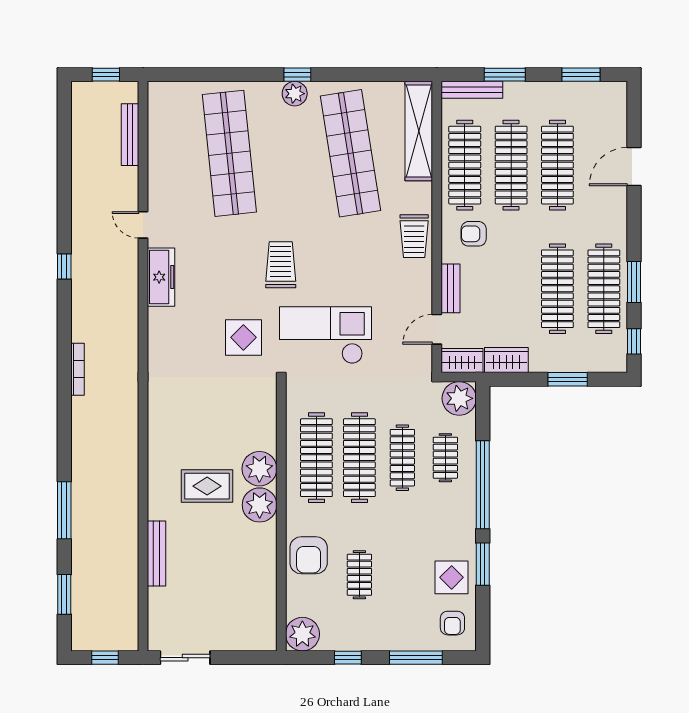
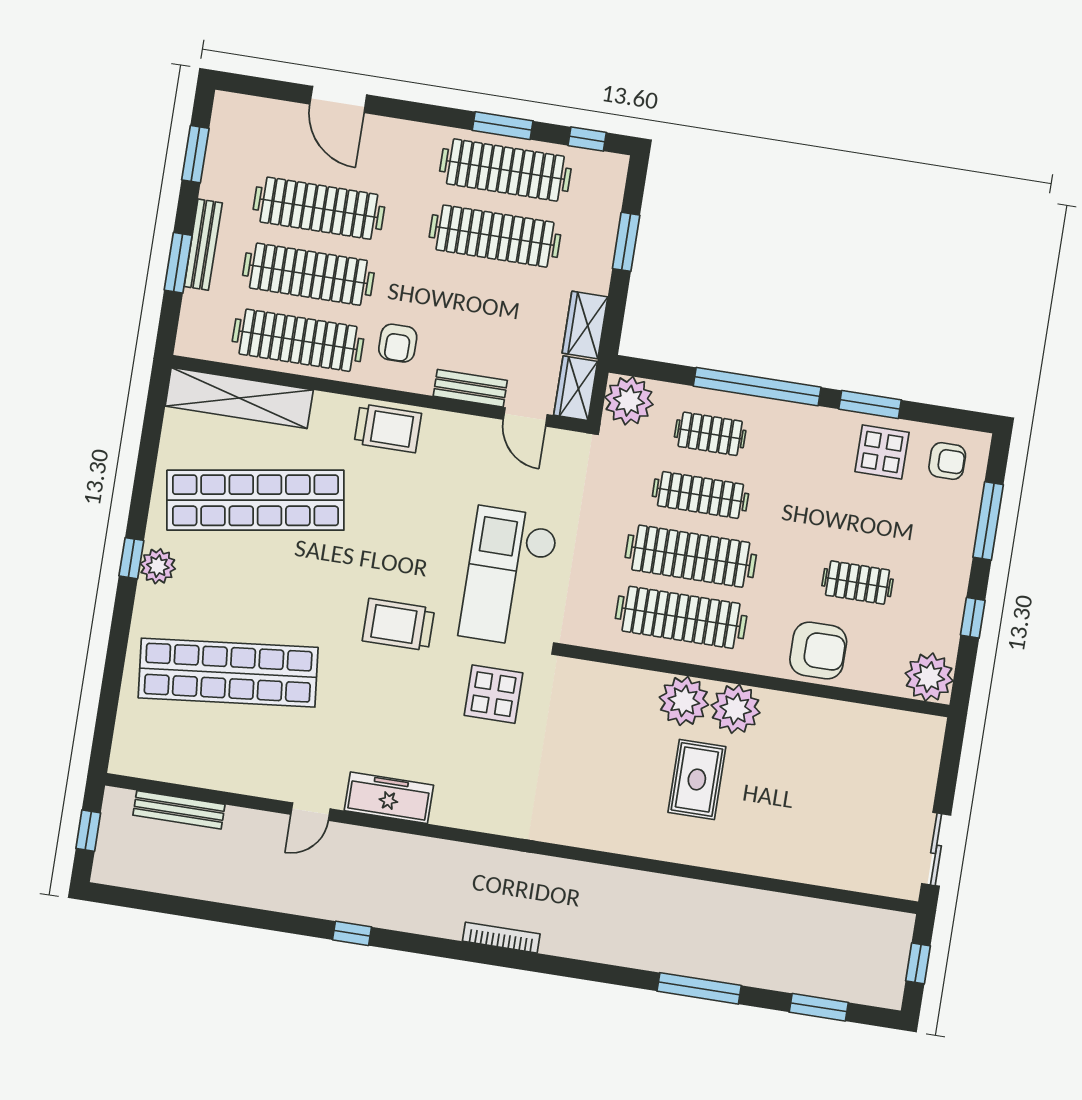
bench: (472, 90) -> (203, 245), moved
bench: (157, 553) -> (781, 866), removed

